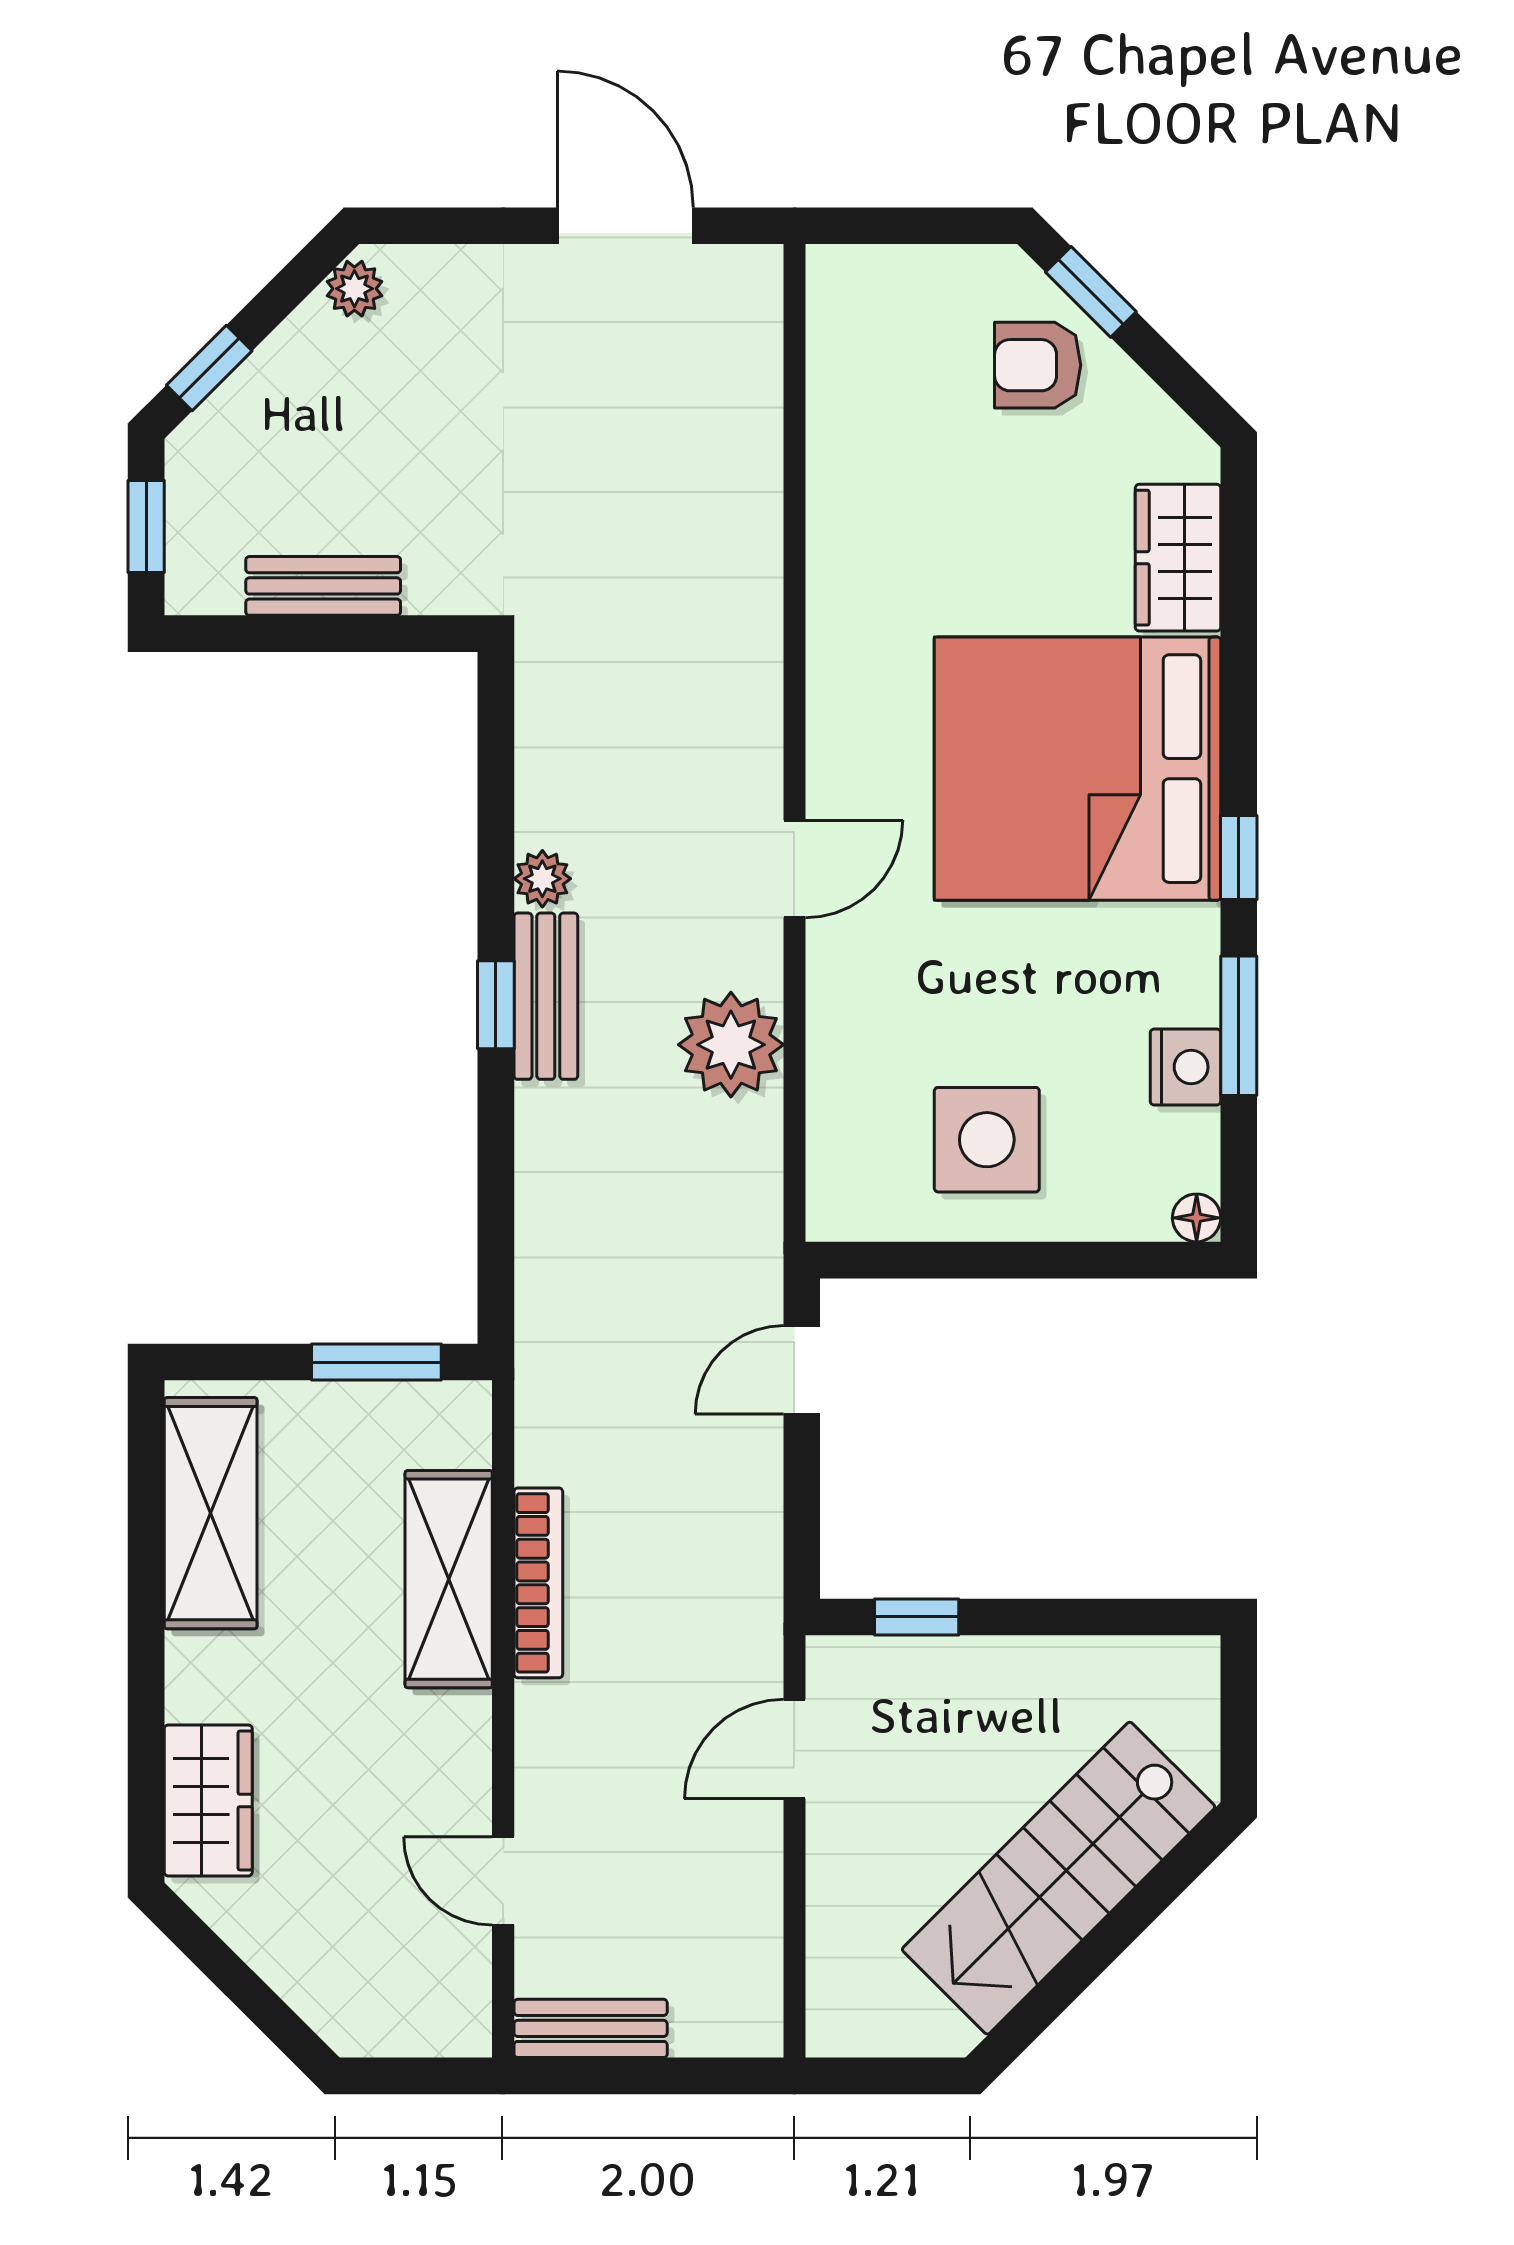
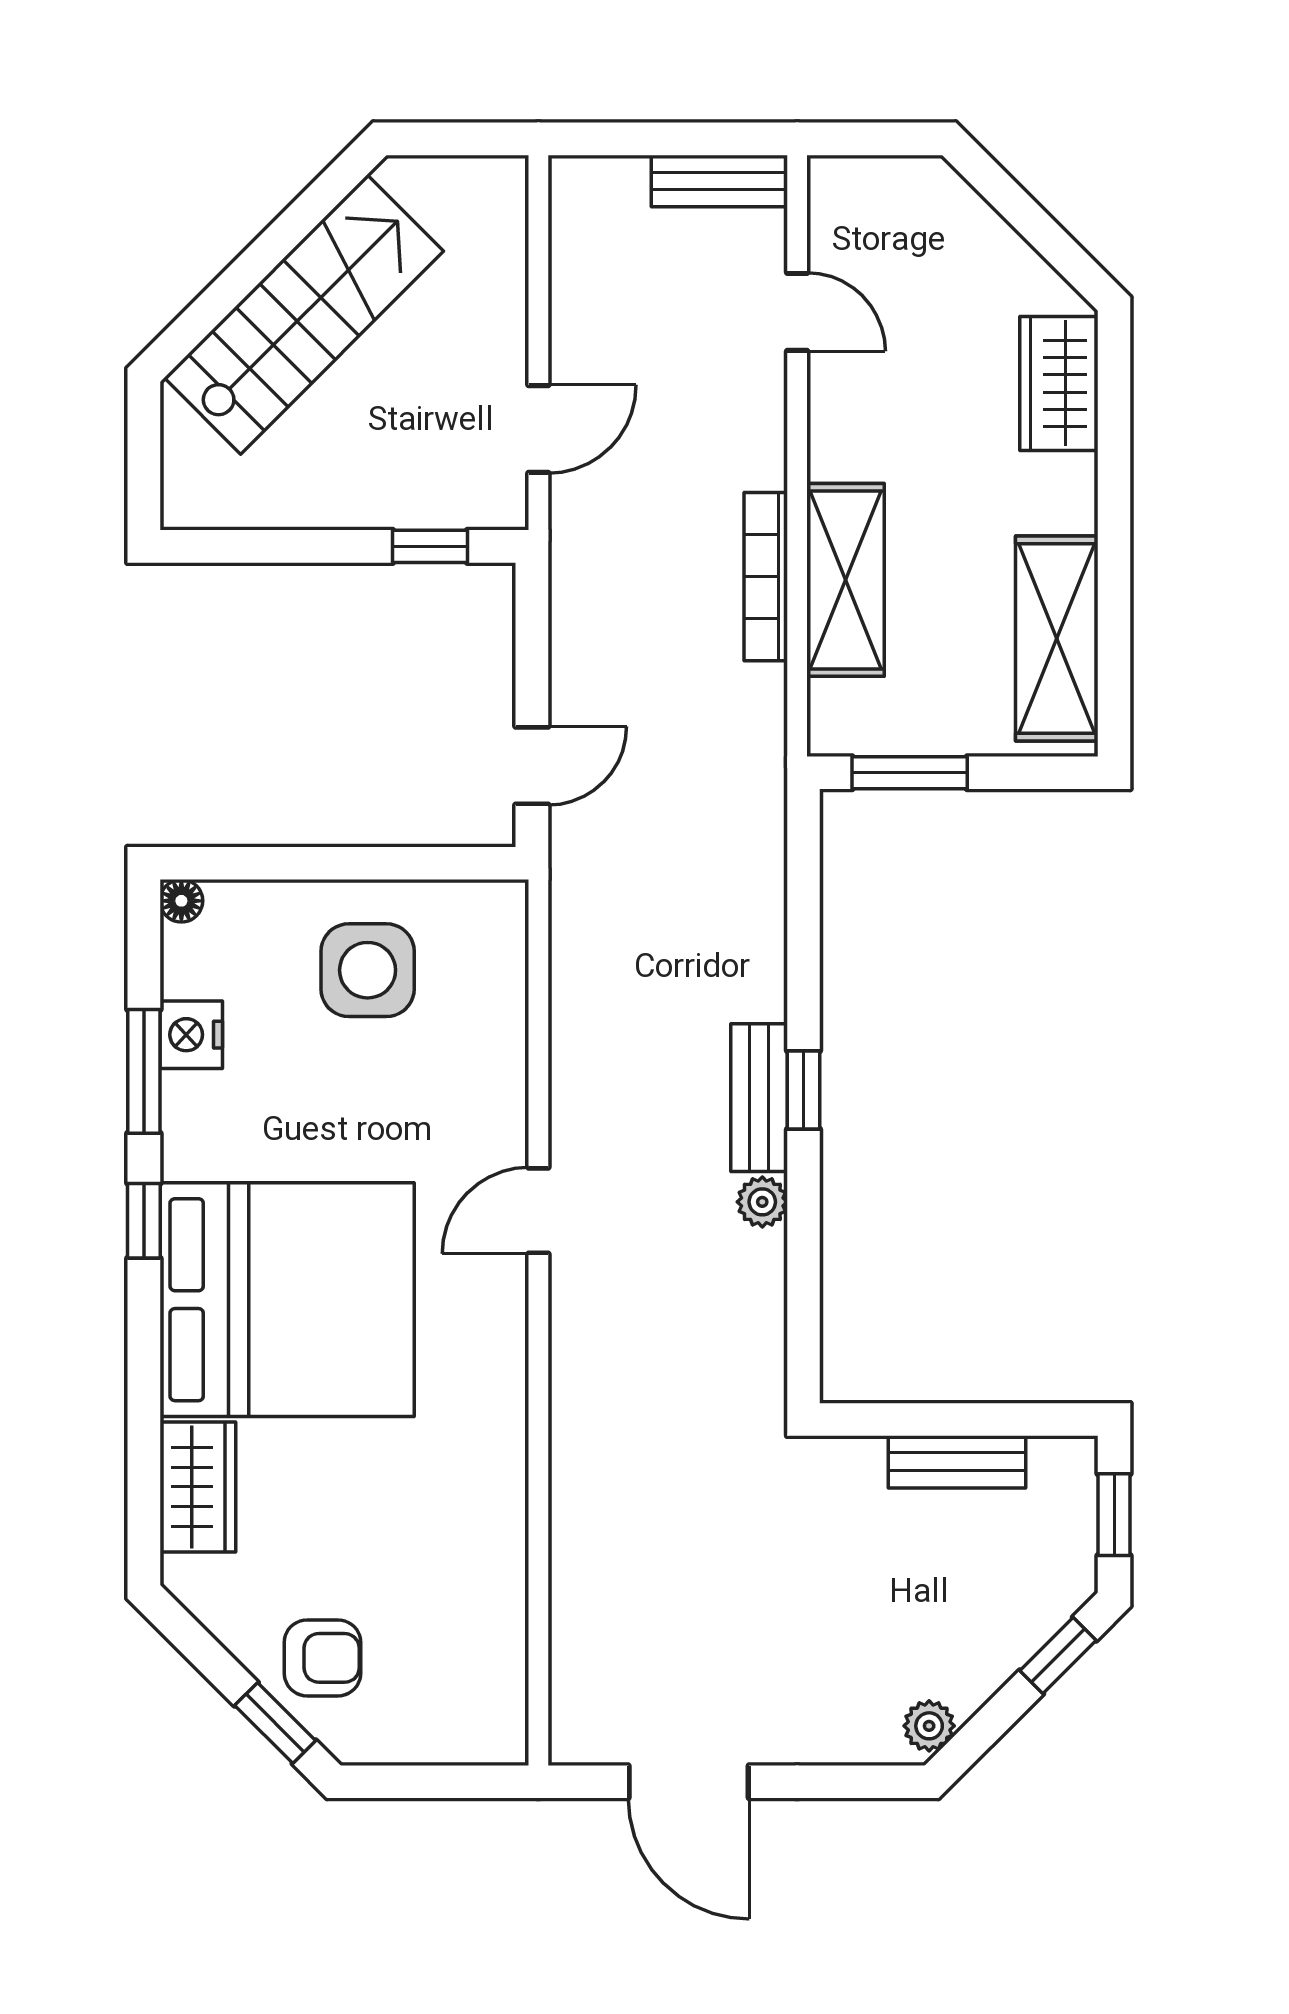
plant: (731, 1045) -> (595, 1055), removed

